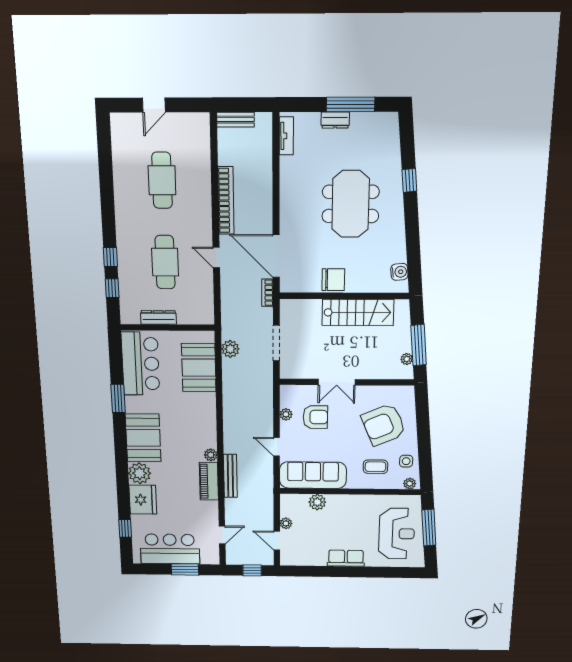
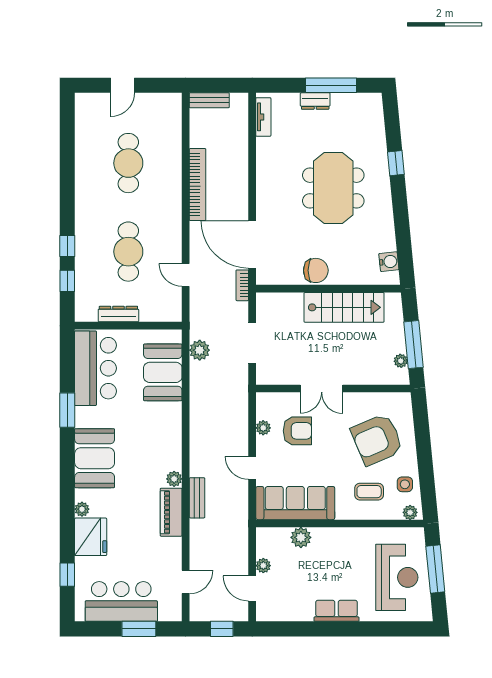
door: (216, 258) -> (186, 275), moved
plant: (140, 473) -> (82, 509), width x0.53, depth x0.53
bench: (230, 476) -> (197, 498), width x0.73

